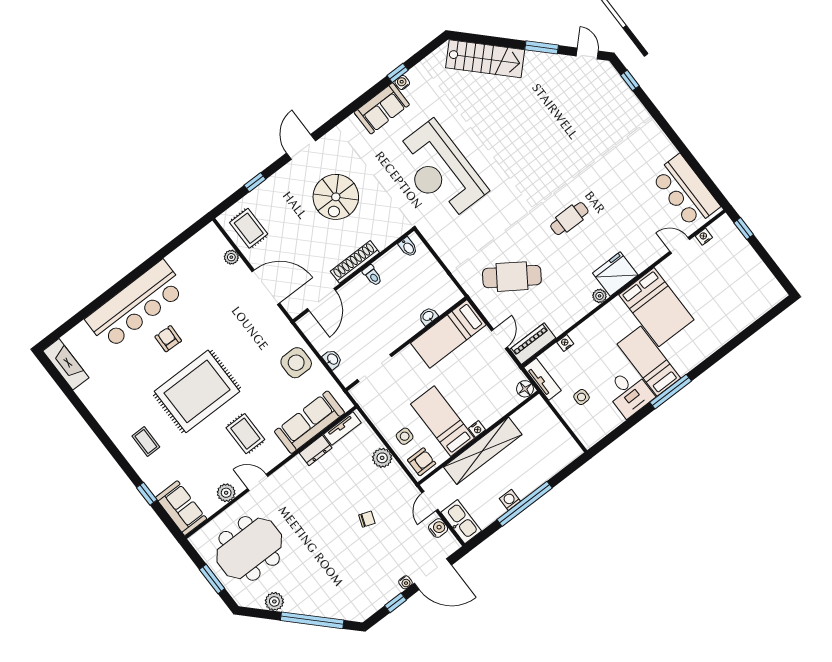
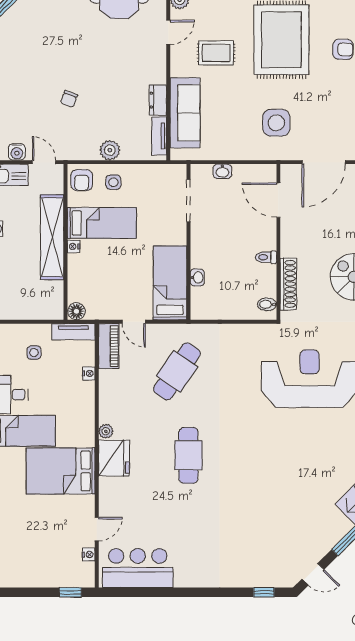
cafe table: (569, 219) -> (188, 455), width x1.37, depth x1.35
shoe rack: (355, 262) -> (288, 284), moved
side table: (296, 363) -> (276, 123), moved

